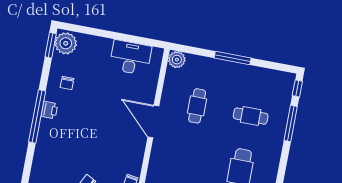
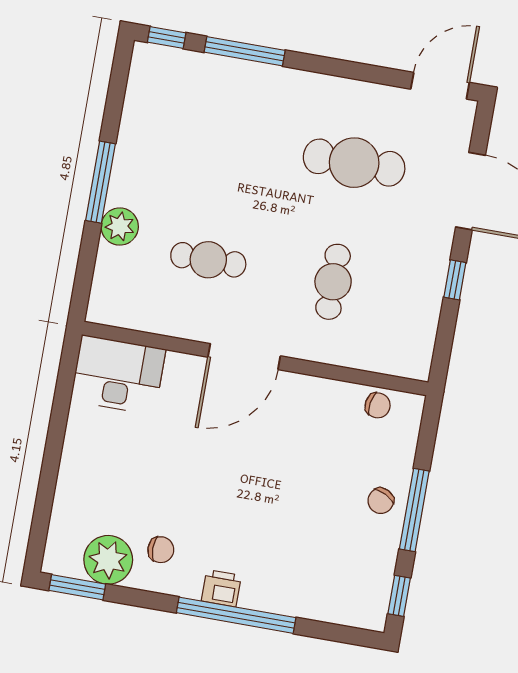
plant: (66, 43) -> (108, 560), moved
desk: (130, 58) -> (118, 375), moved, turned 90
plant: (177, 60) -> (120, 227), moved
cafe table: (251, 116) -> (333, 282), moved

